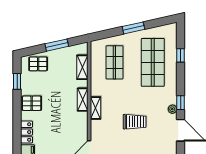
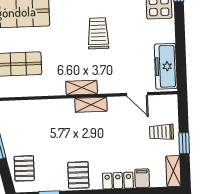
shelving: (82, 67) -> (26, 108), removed
shelving: (83, 100) -> (91, 105), moved

